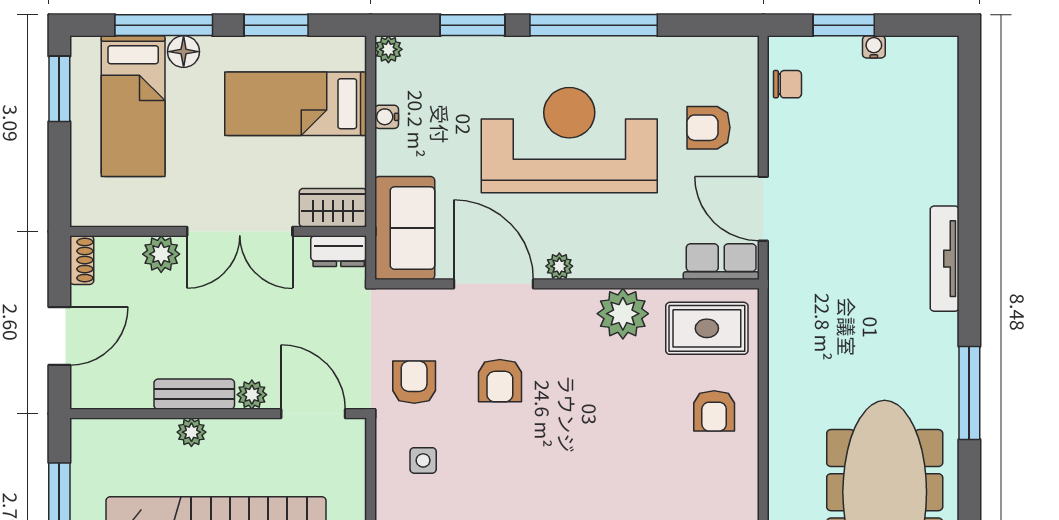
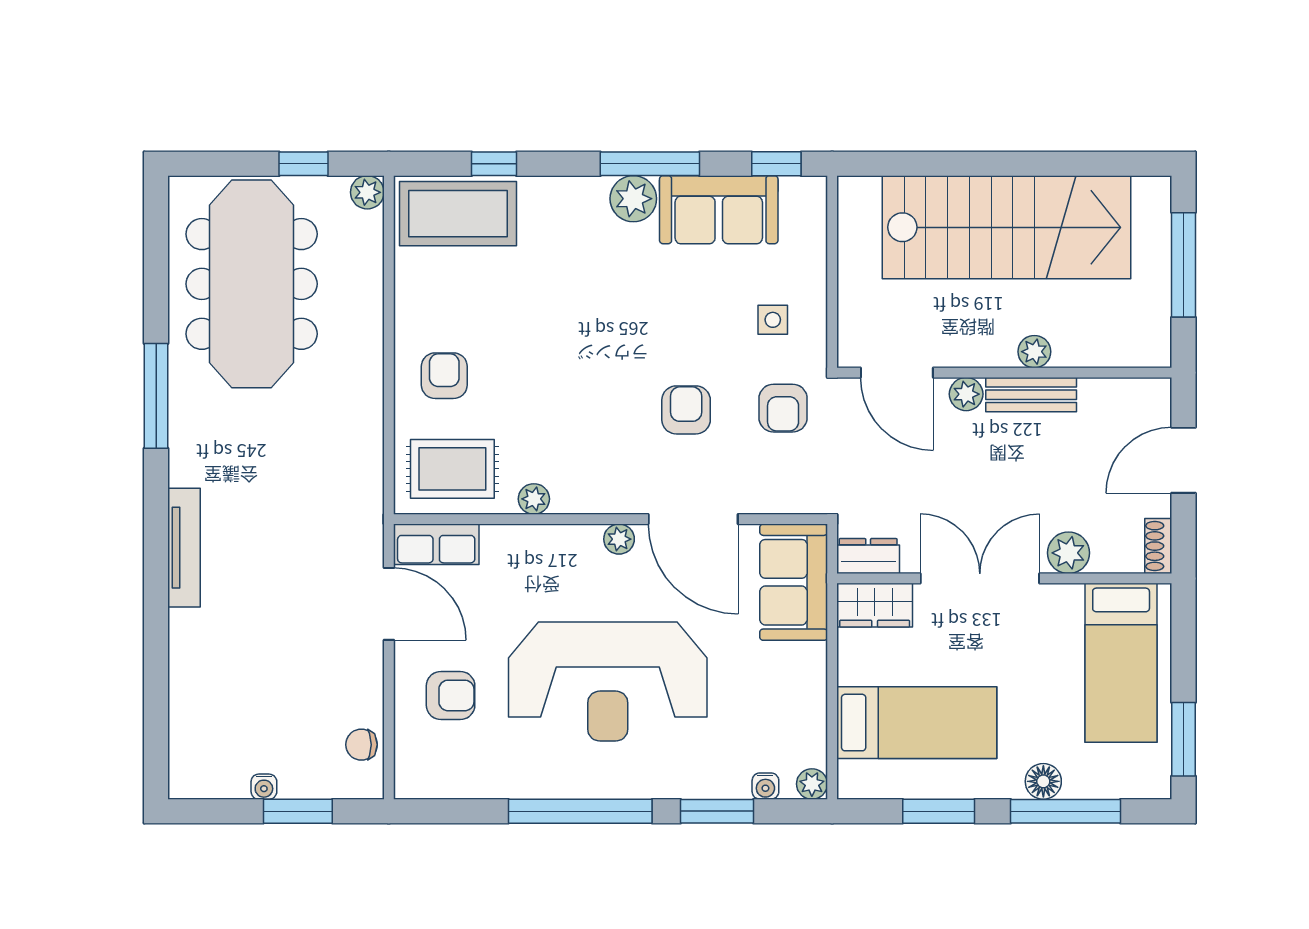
bed: (133, 106) -> (1121, 663), moved, turned 180
water cooler: (387, 117) -> (765, 786), moved, turned 90
plant: (623, 314) -> (534, 499), width x0.53, depth x0.53

